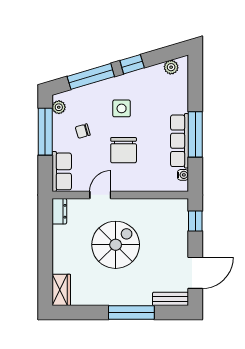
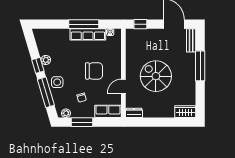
plant: (171, 67) -> (46, 60), moved
side table: (122, 108) -> (57, 82), moved
window: (45, 132) -> (82, 122), width x0.69
door: (100, 195) -> (123, 86), hinge flipped

